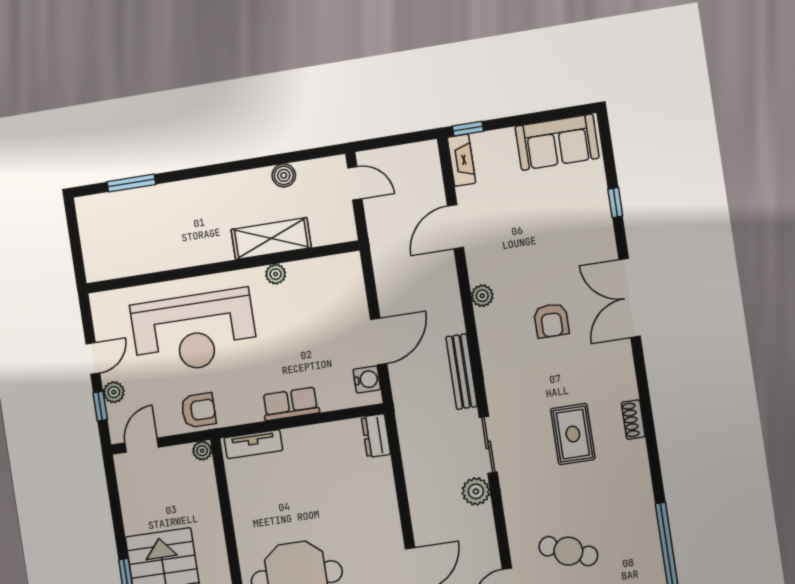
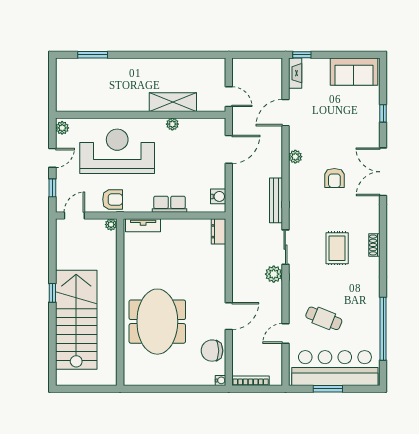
boiler: (284, 175) -> (186, 65), removed
door: (355, 183) -> (229, 97), moved
reception desk: (194, 332) -> (117, 151), turned 180
door: (379, 341) -> (229, 149), moved
plant: (114, 392) -> (62, 128), moved

